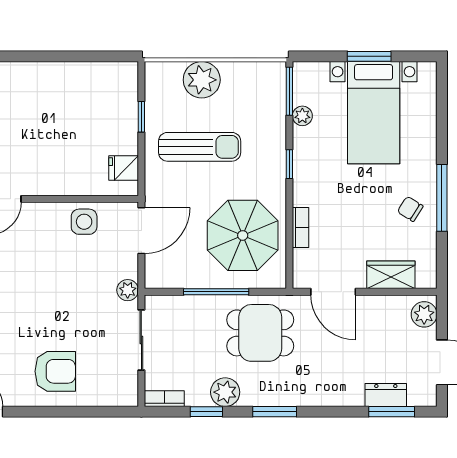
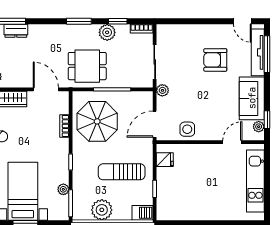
barbecue: (163, 75) -> (142, 213), added
plant: (202, 80) -> (102, 210), moved
armchair: (55, 371) -> (215, 60), moved

